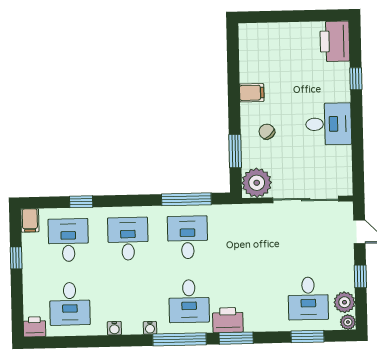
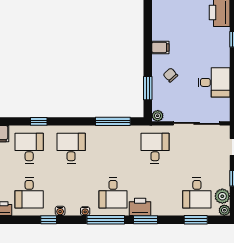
desk: (329, 124) -> (214, 82), moved
plant: (257, 183) -> (158, 116), width x0.53, depth x0.53
desk: (188, 237) -> (155, 148), moved
window: (98, 341) -> (49, 220), added

